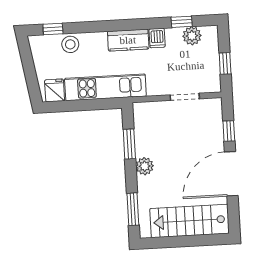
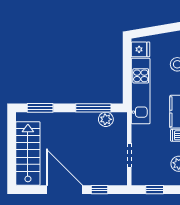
window: (129, 144) -> (93, 108), width x1.44
plant: (145, 166) -> (106, 119), moved

